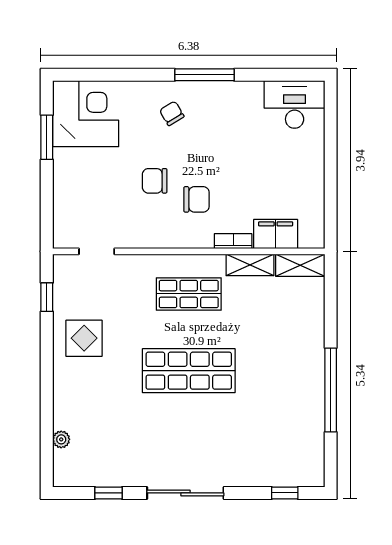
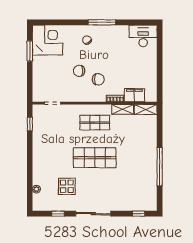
display table: (84, 338) -> (67, 186), moved

